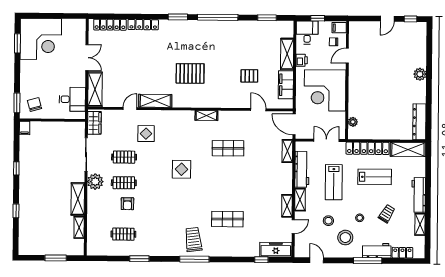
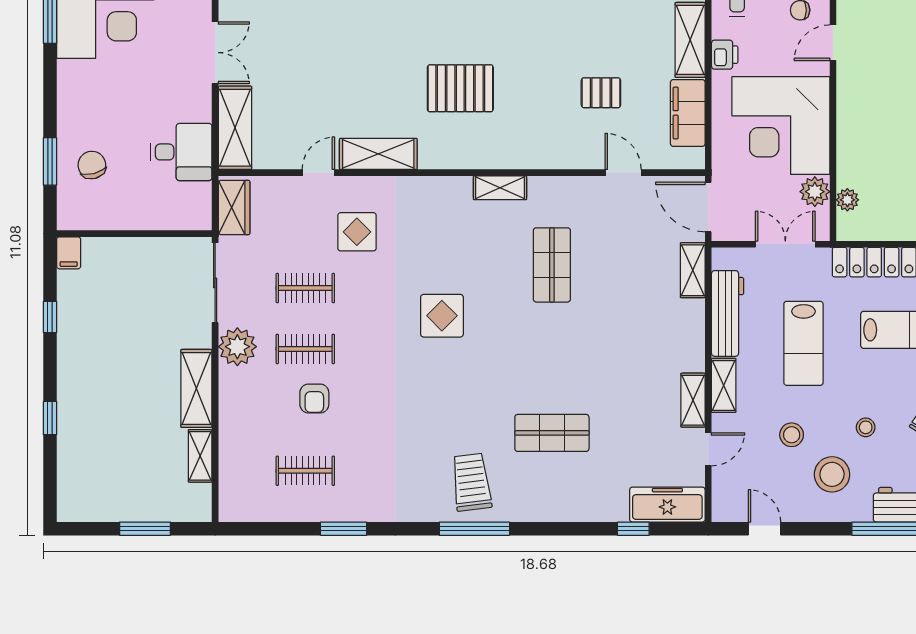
plant: (339, 118) -> (815, 192), added
wall: (52, 120) -> (134, 234), moved
filing cabinet: (25, 128) -> (69, 253), moved
shop shelf: (228, 148) -> (552, 265), turned 90

